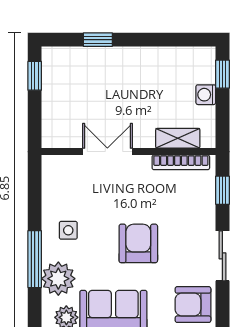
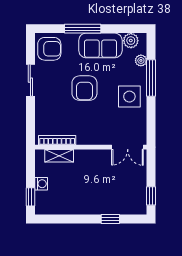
double door: (107, 152) -> (128, 147), moved
window: (222, 190) -> (30, 122), removed
side table: (68, 230) -> (129, 97), width x1.87, depth x1.87
plant: (58, 279) -> (141, 60), width x0.53, depth x0.53

